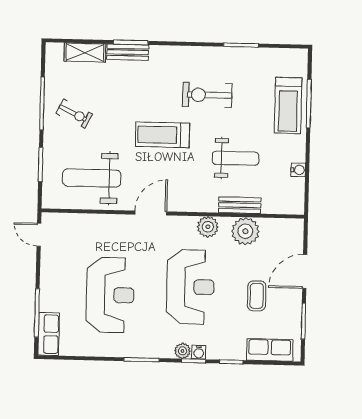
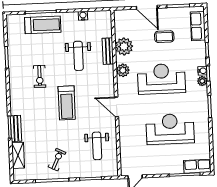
exercise bike: (207, 95) -> (40, 76), width x0.73, depth x0.72
weight bench: (236, 158) -> (78, 56), turned 180
weight bench: (92, 178) -> (97, 146), width x0.73, depth x0.75

